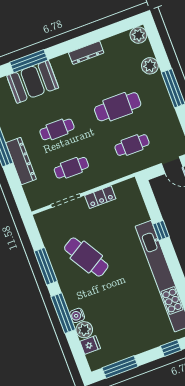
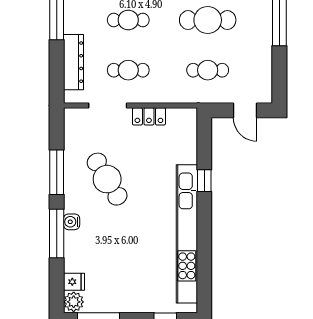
dresser: (21, 161) -> (73, 62), moved
water cooler: (77, 315) -> (72, 222), moved
plant: (84, 330) -> (74, 302), moved

